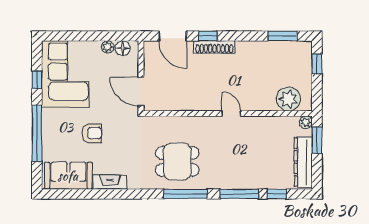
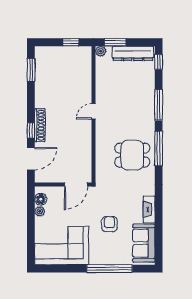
window: (317, 64) -> (71, 42), moved
window: (37, 80) -> (66, 269), removed
plant: (288, 99) -> (82, 65), removed
dining table: (177, 161) -> (132, 155), turned 90
window: (277, 194) -> (159, 62), moved

